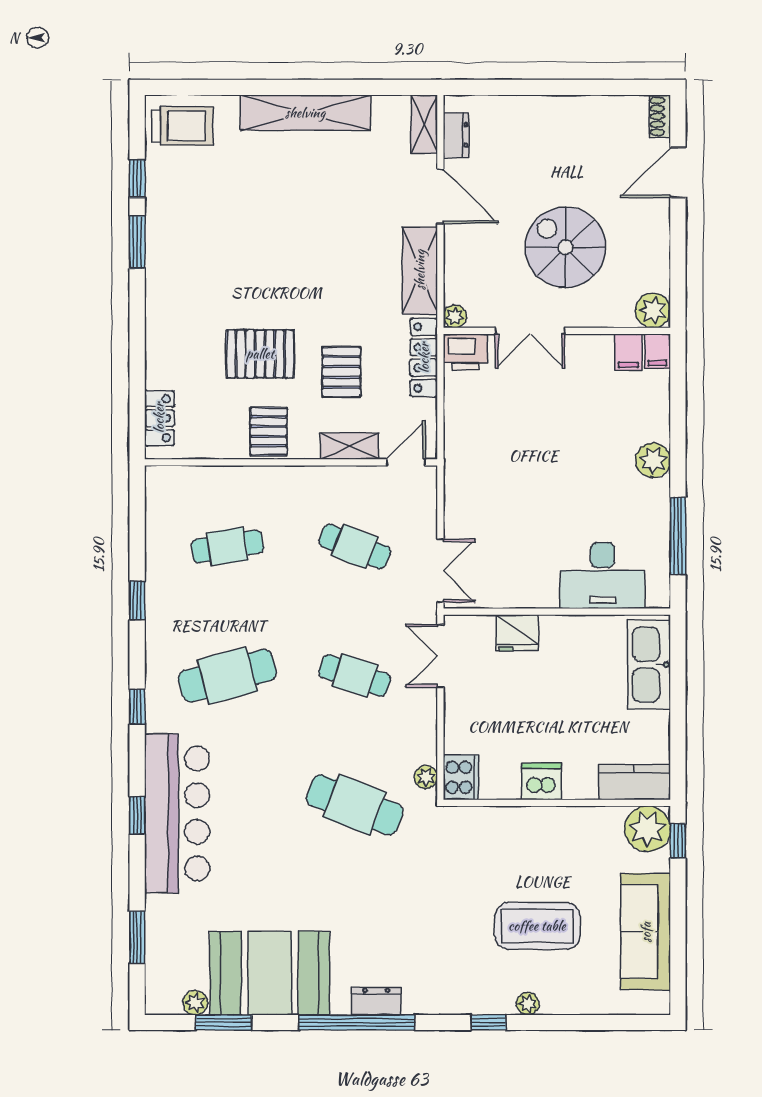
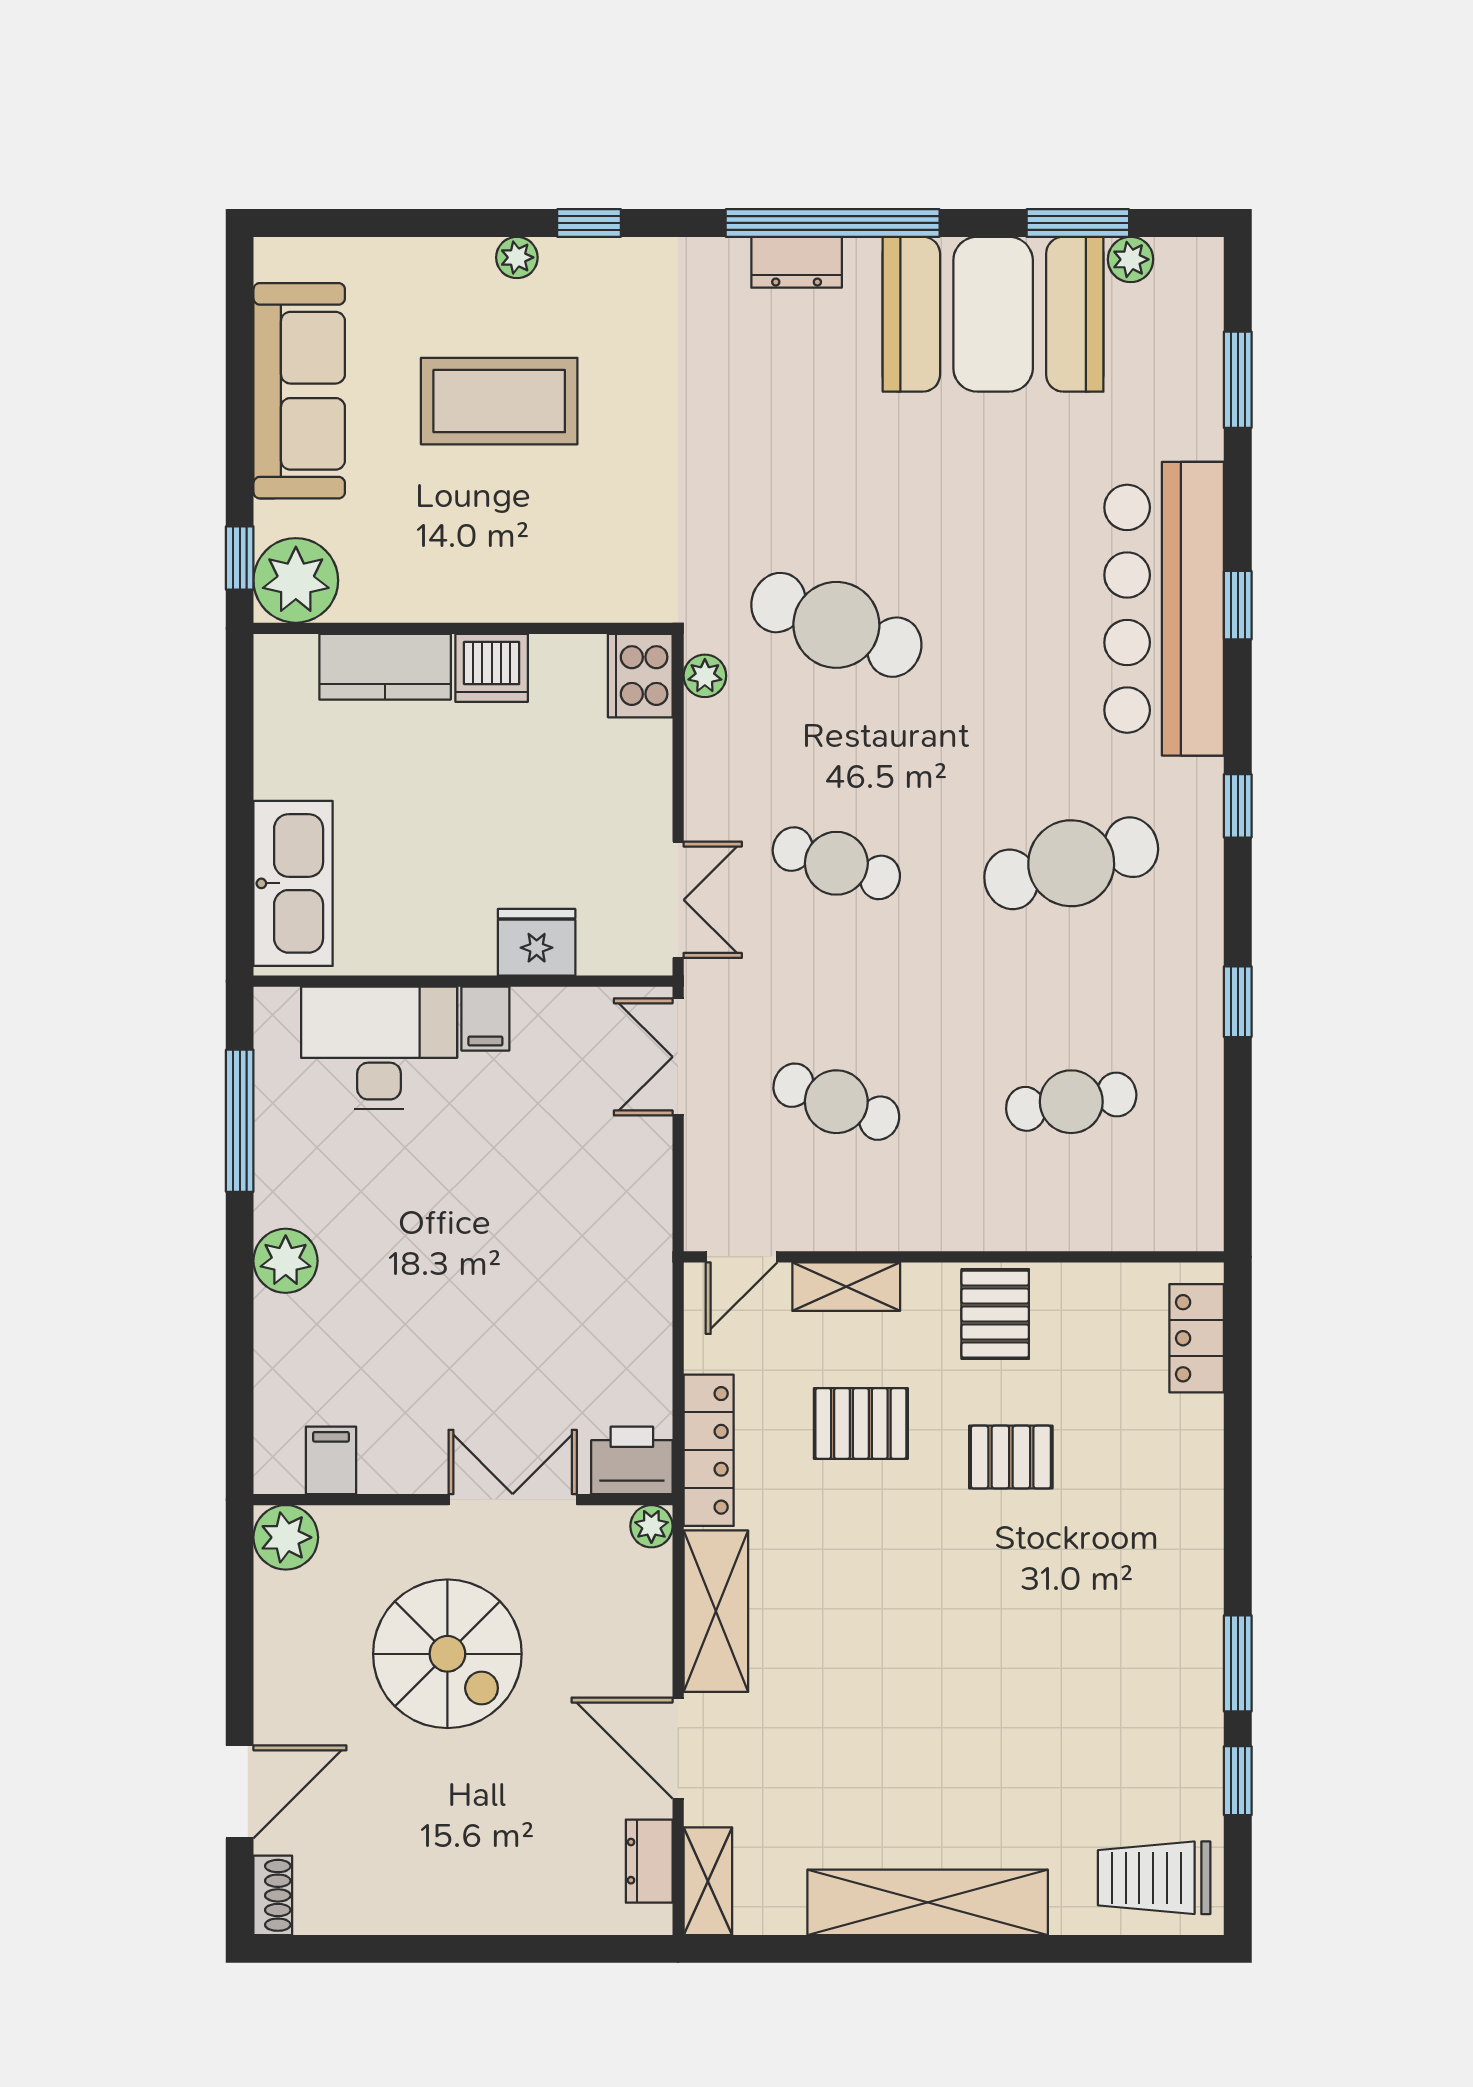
filing cabinet: (657, 351) -> (485, 1019), moved, turned 180
pallet: (260, 354) -> (1011, 1457), width x0.67, depth x0.71
pallet: (341, 372) -> (861, 1424), turned 90
kitchen counter: (634, 782) -> (385, 667), moved

